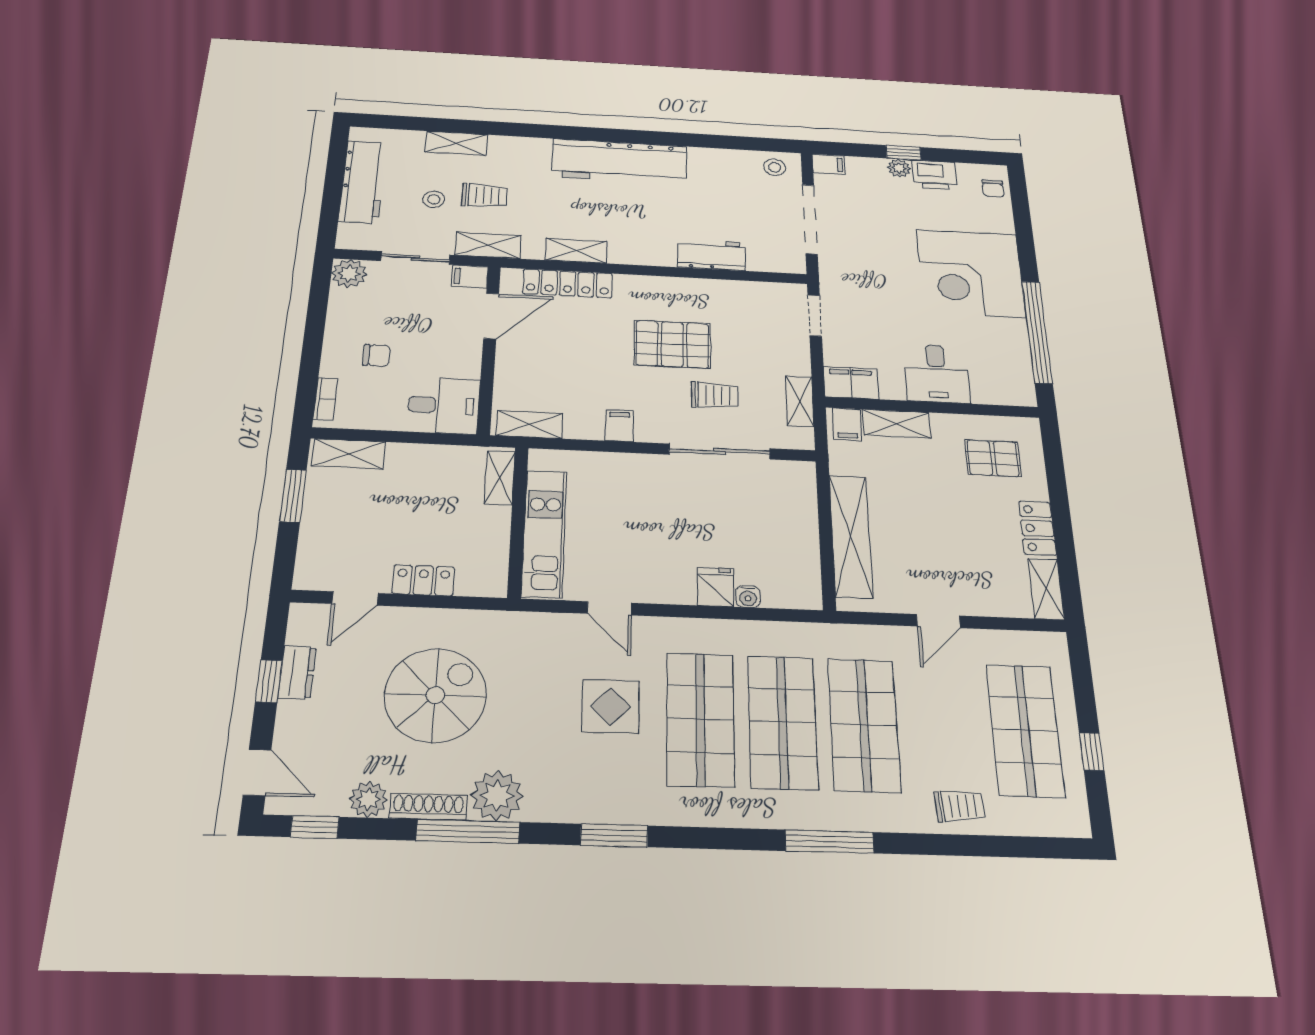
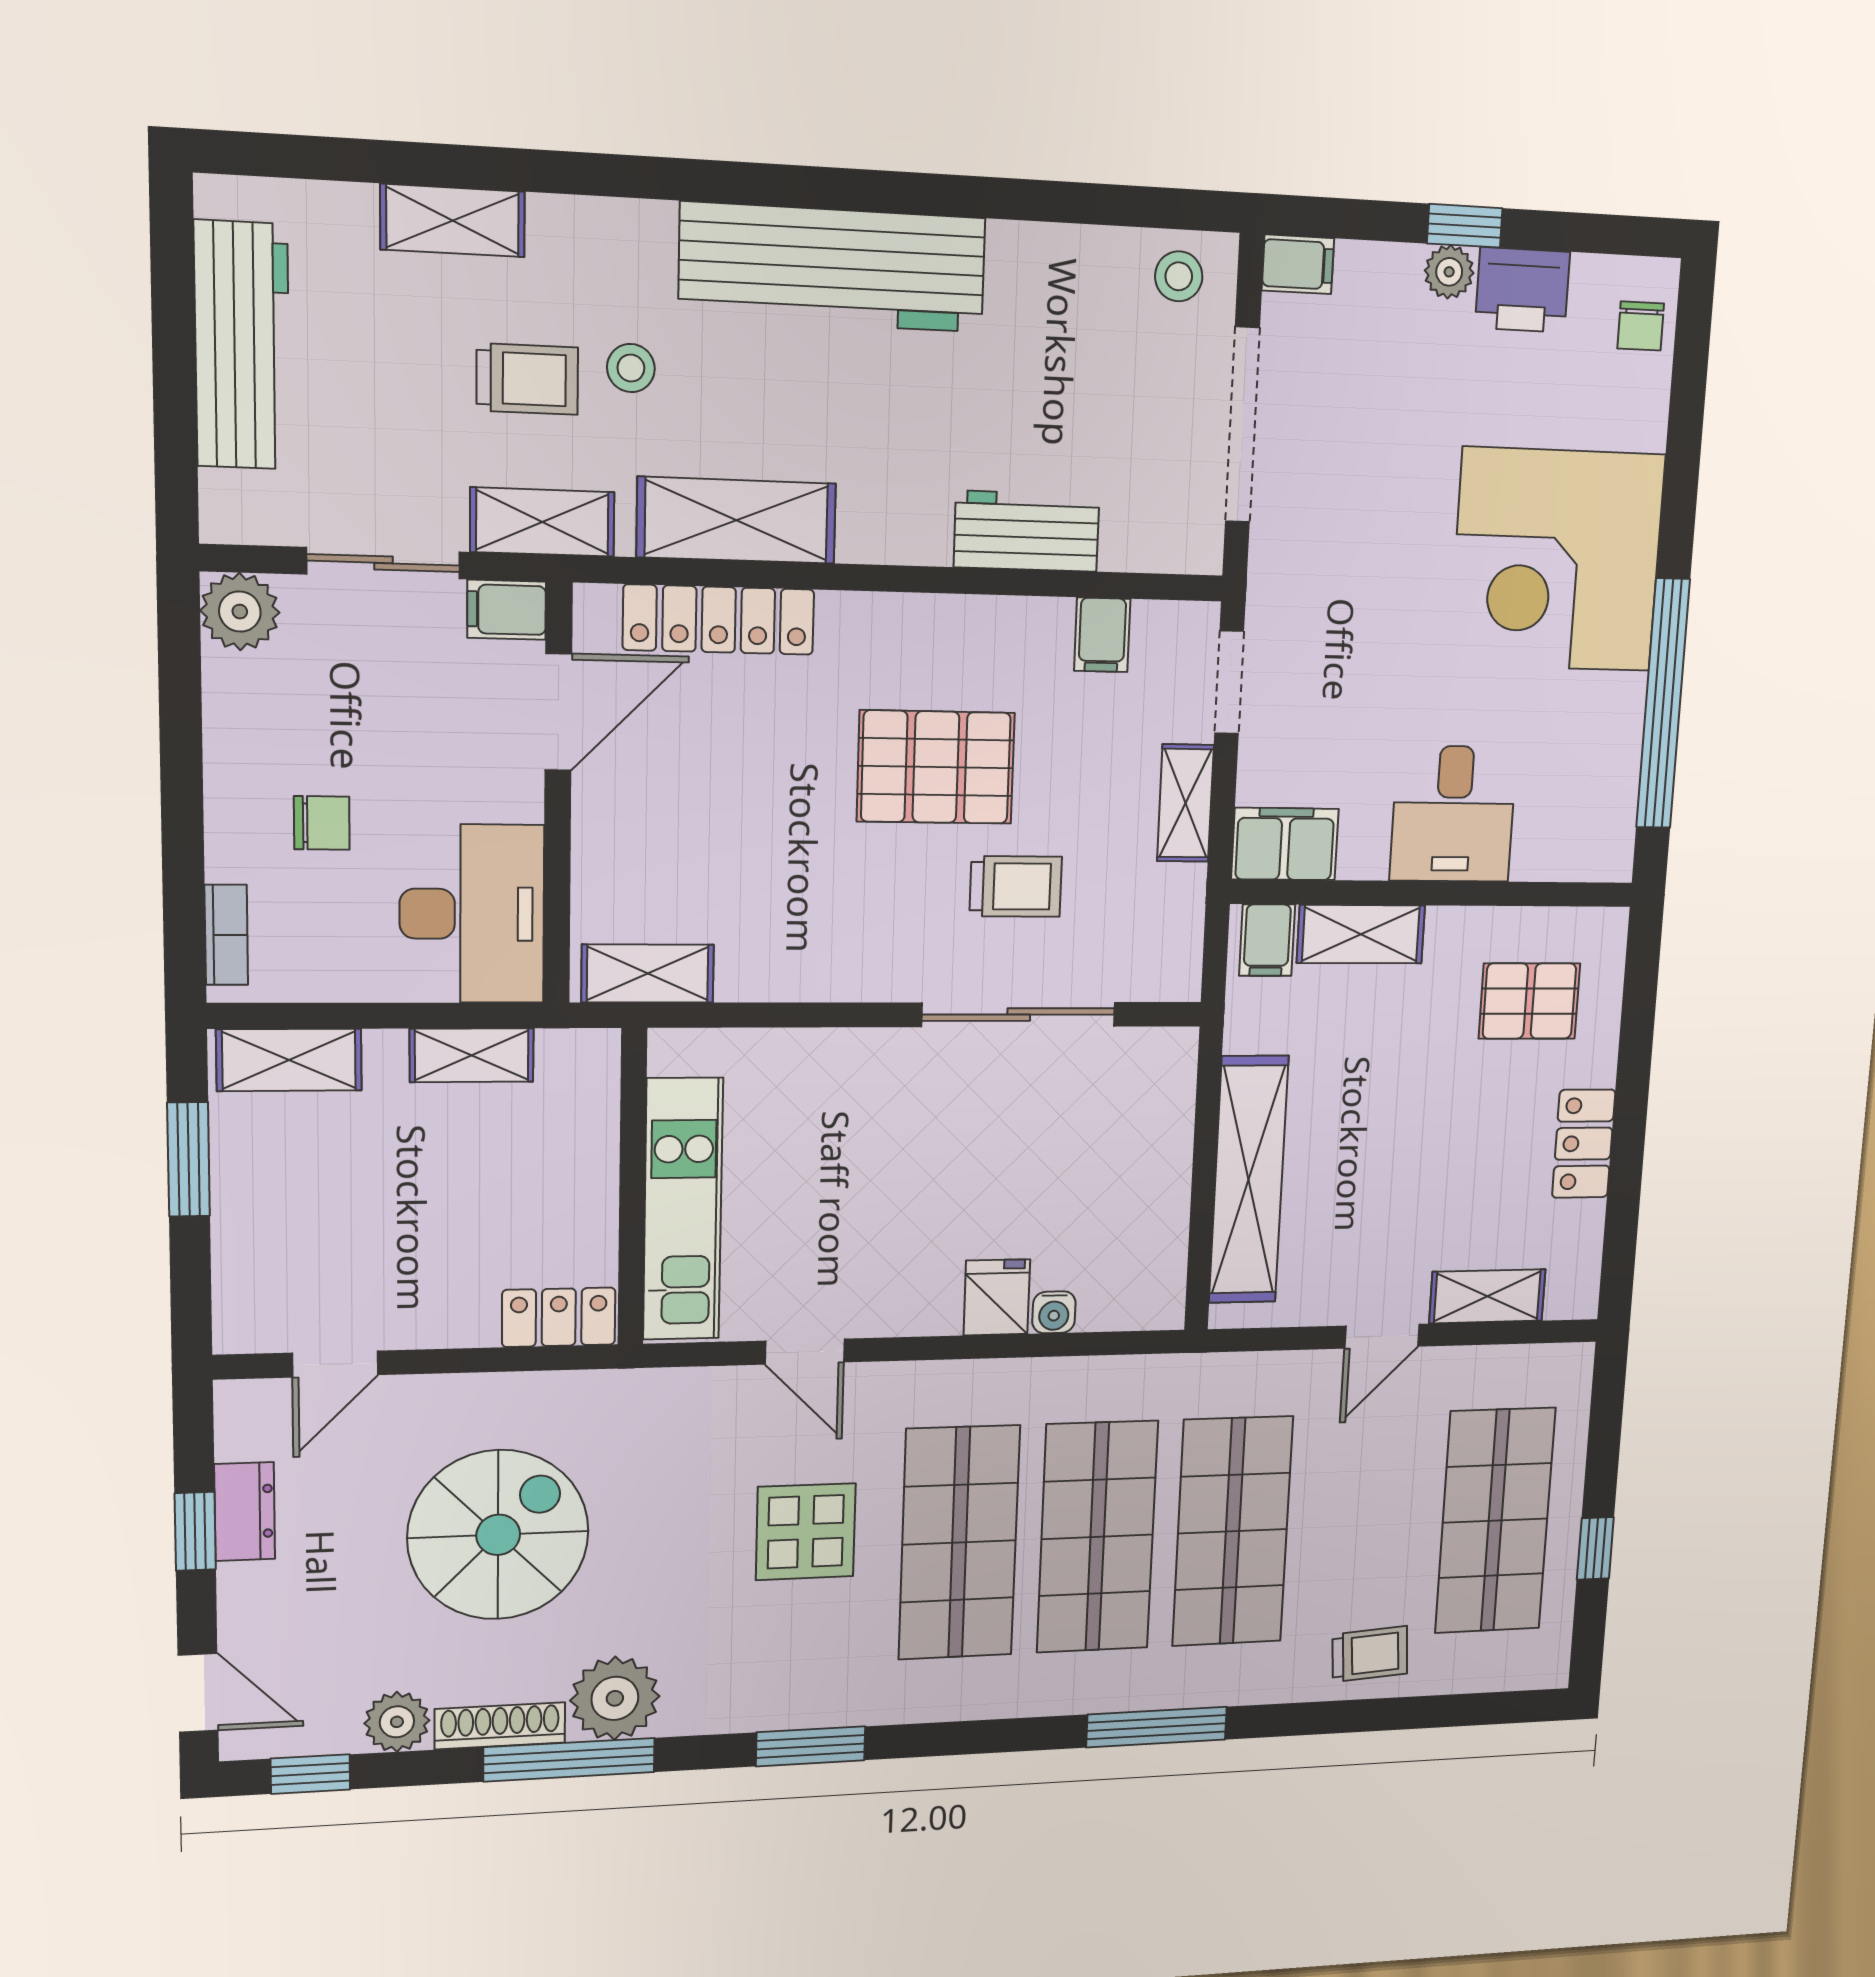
stool: (434, 199) -> (631, 368), moved
shelving: (576, 251) -> (737, 520), width x1.50, depth x1.33
shelving: (800, 401) -> (1185, 803), moved
desk: (444, 405) -> (472, 914), width x1.37
filing cabinet: (620, 426) -> (1102, 635), moved, turned 180
shelving: (500, 478) -> (472, 1055), moved, turned 90
locker: (423, 580) -> (559, 1317), moved
shelving: (1046, 589) -> (1487, 1296), moved, turned 90

